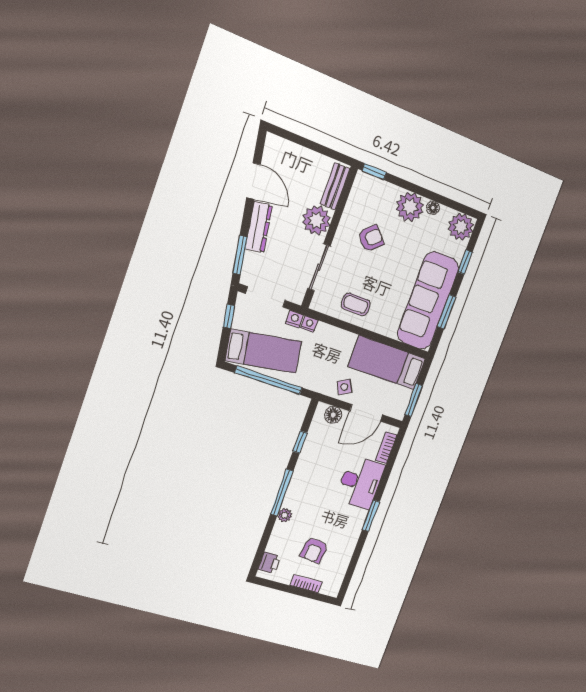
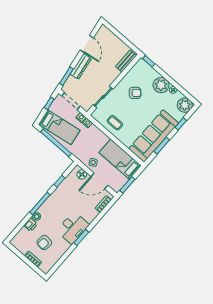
plant: (316, 220) -> (111, 74), removed
desk: (360, 482) -> (73, 228), moved
printer: (269, 563) -> (31, 225), moved

